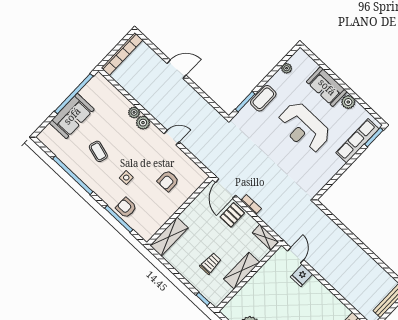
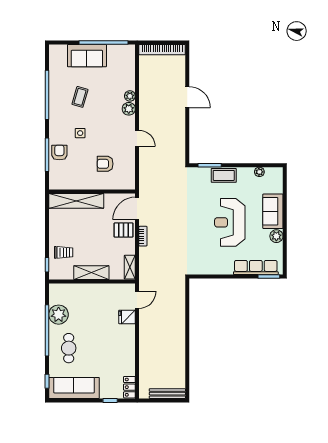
shelving: (169, 237) -> (76, 201), width x1.47
trolley: (211, 263) -> (64, 252), moved

